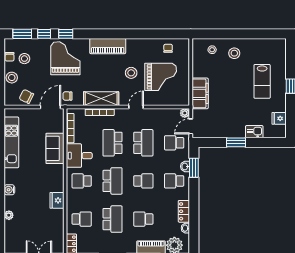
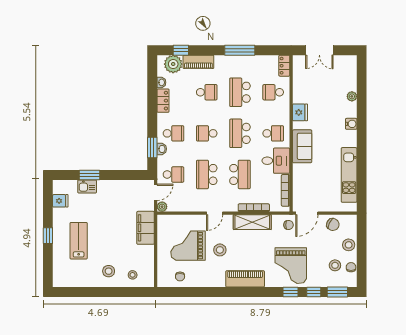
window: (236, 142) -> (89, 175), moved
sofa: (55, 148) -> (302, 146), moved

